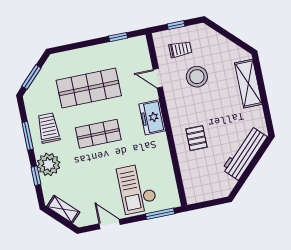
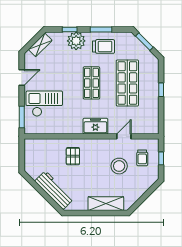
window: (118, 37) -> (161, 90), moved
pallet: (196, 138) -> (73, 156), turned 90

